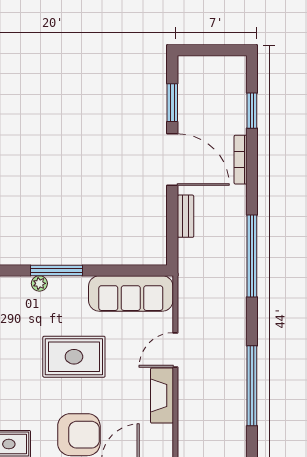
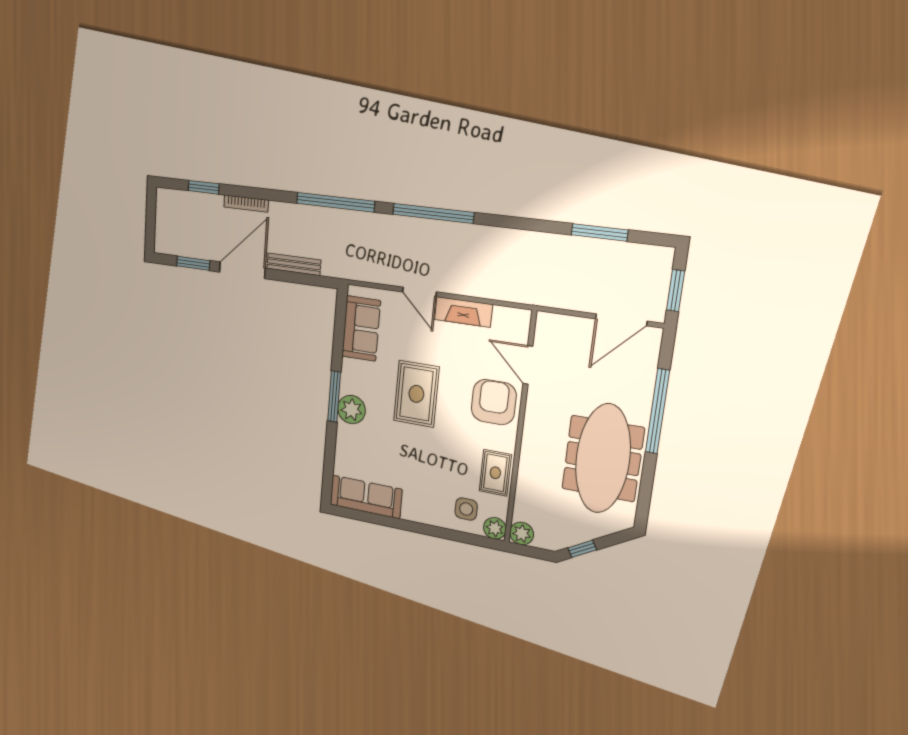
bench: (186, 216) -> (294, 264), width x1.36
plant: (39, 283) -> (352, 410), width x1.87, depth x1.87
sofa: (131, 293) -> (361, 329), width x0.73
window: (252, 386) -> (433, 213), moved

